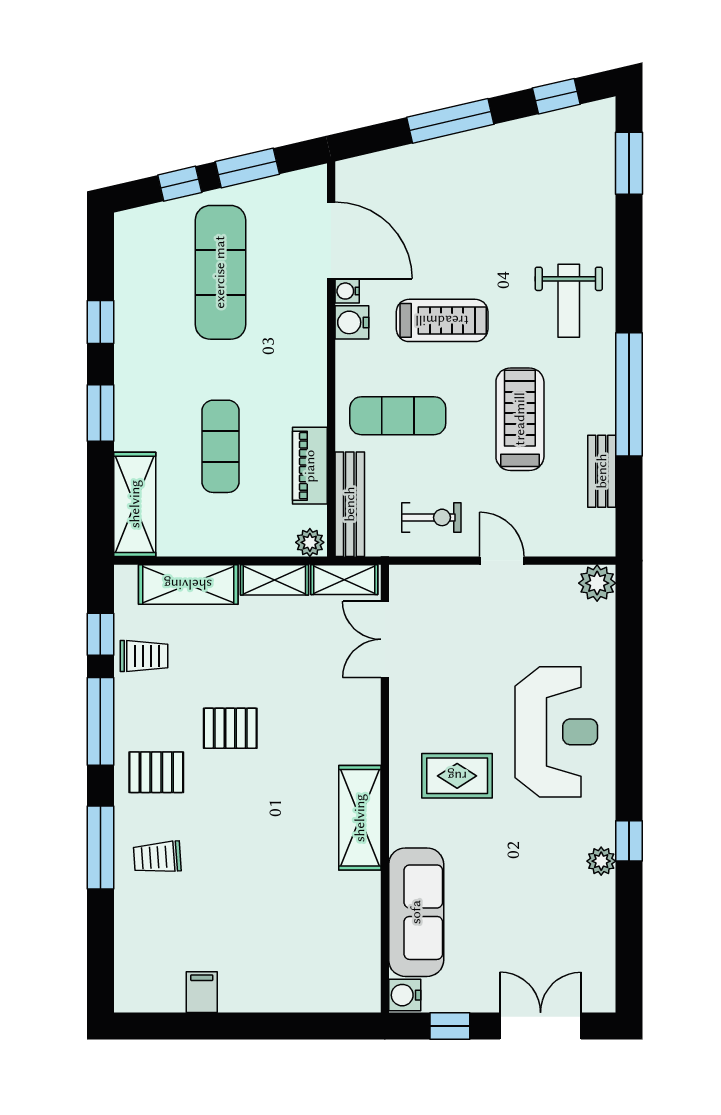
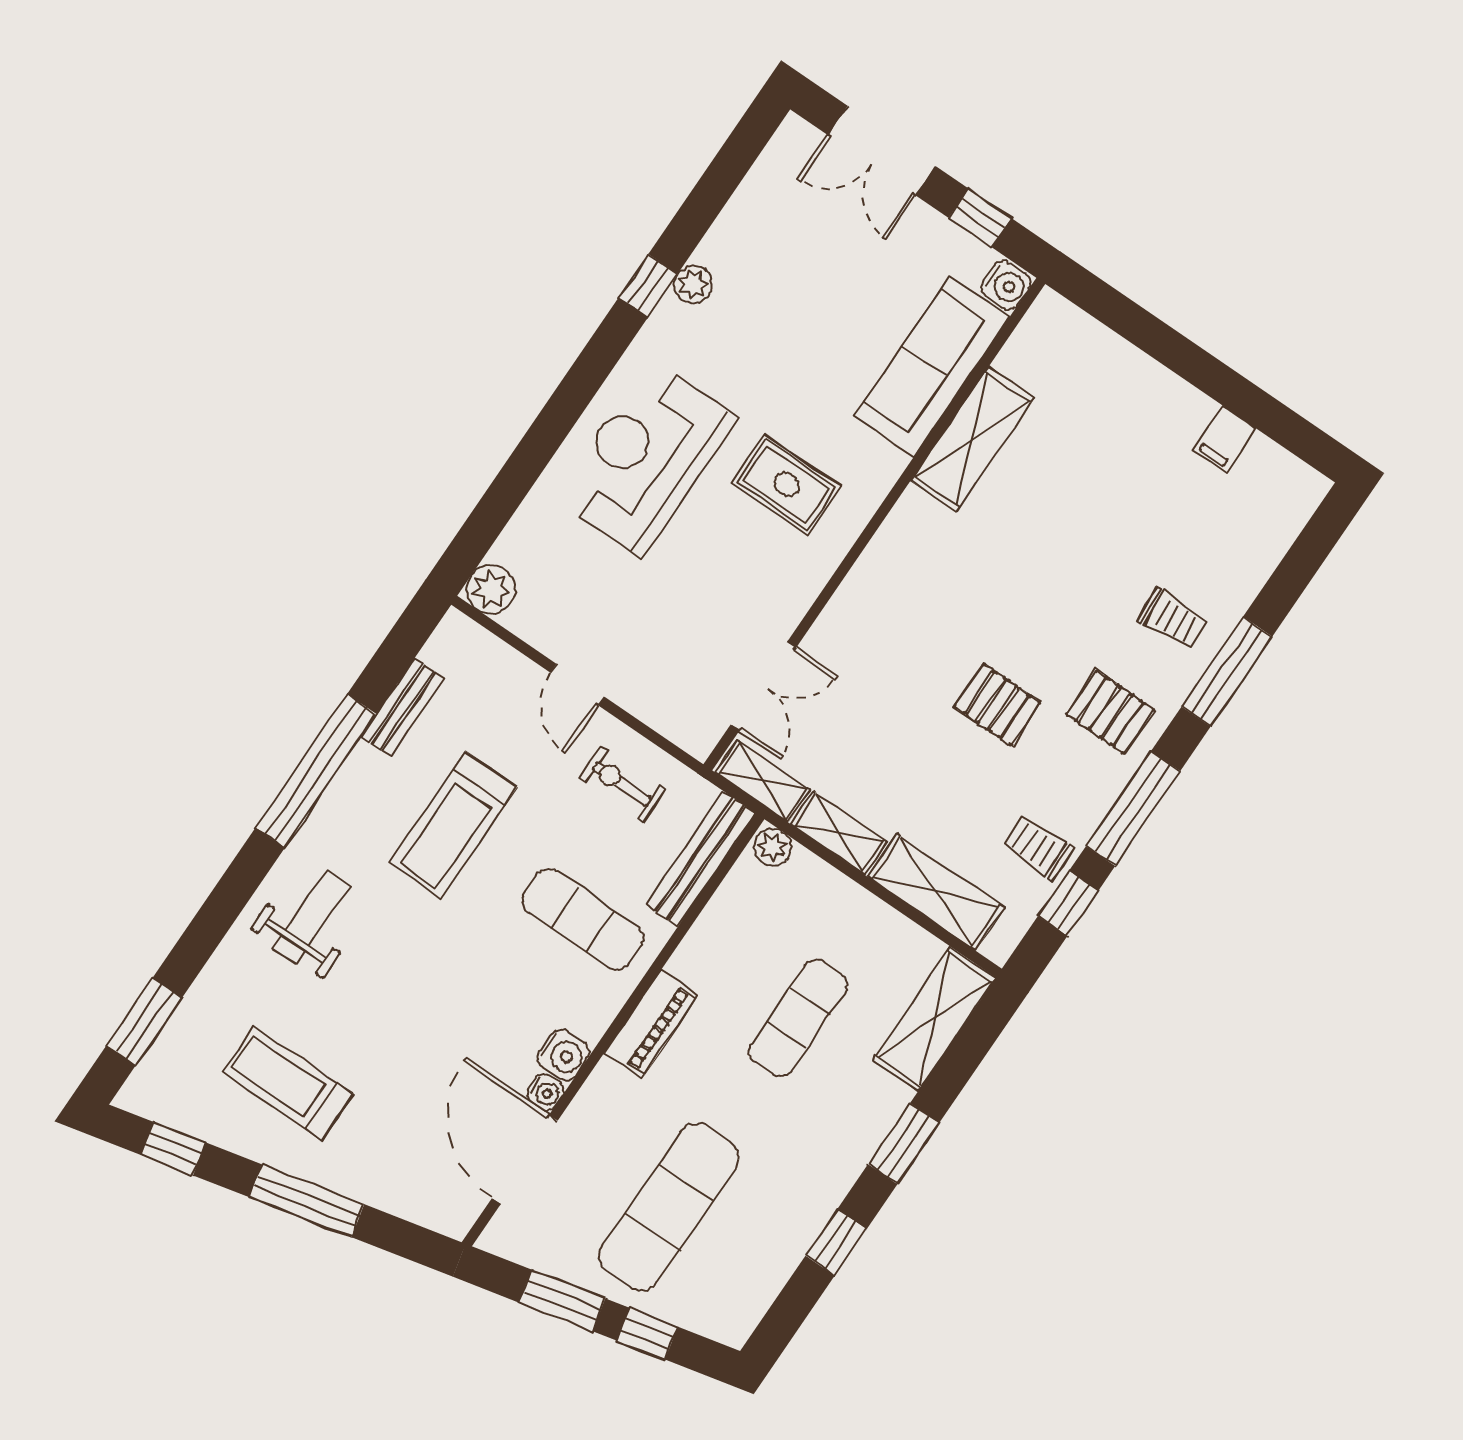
treadmill: (442, 320) -> (288, 1083), moved
piano: (310, 466) -> (651, 1024), moved
shelving: (360, 818) -> (972, 439), moved

